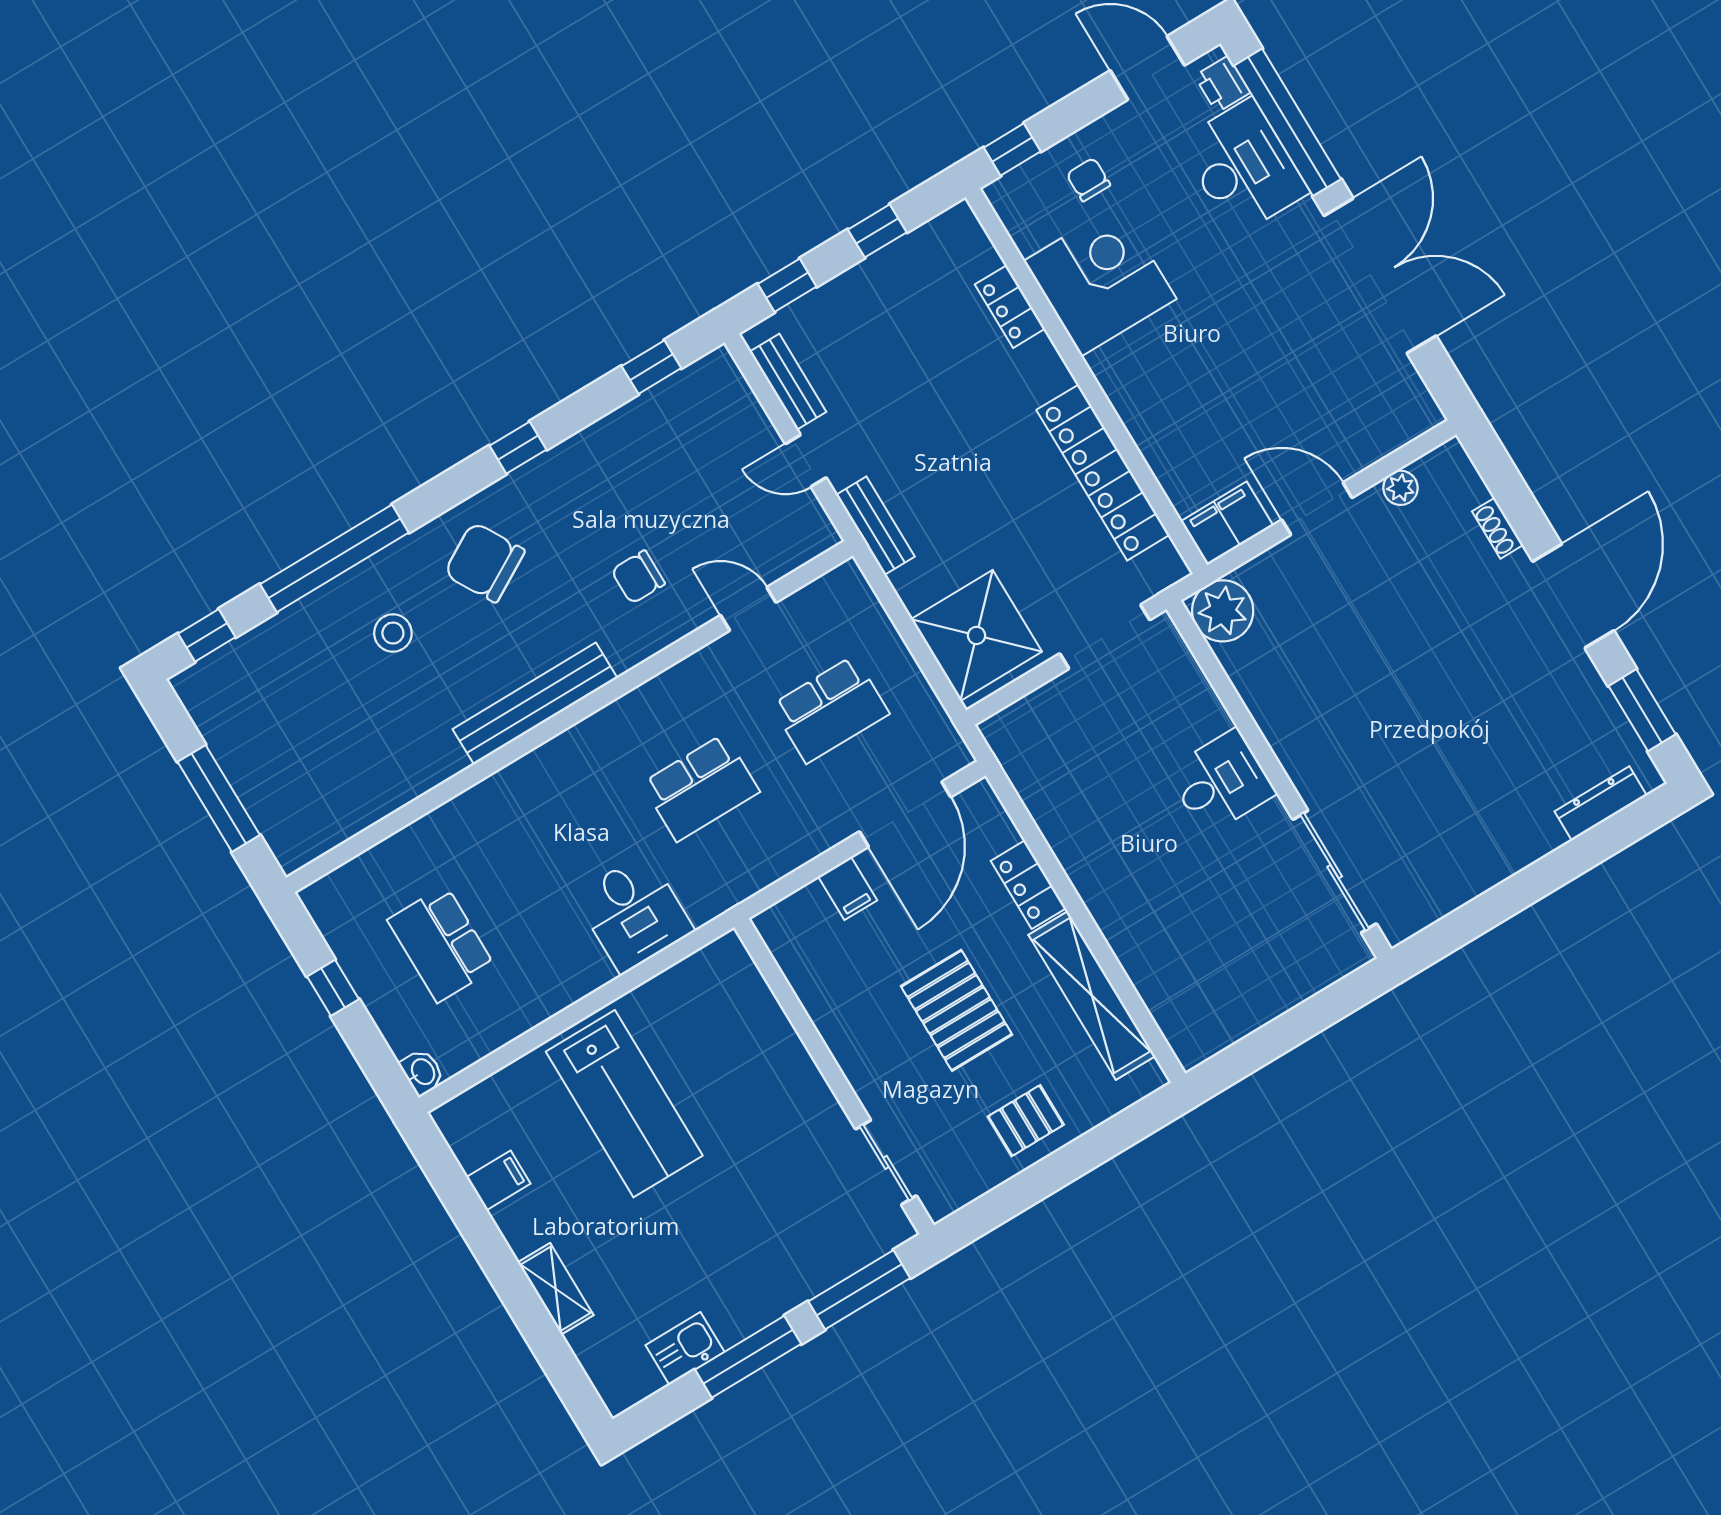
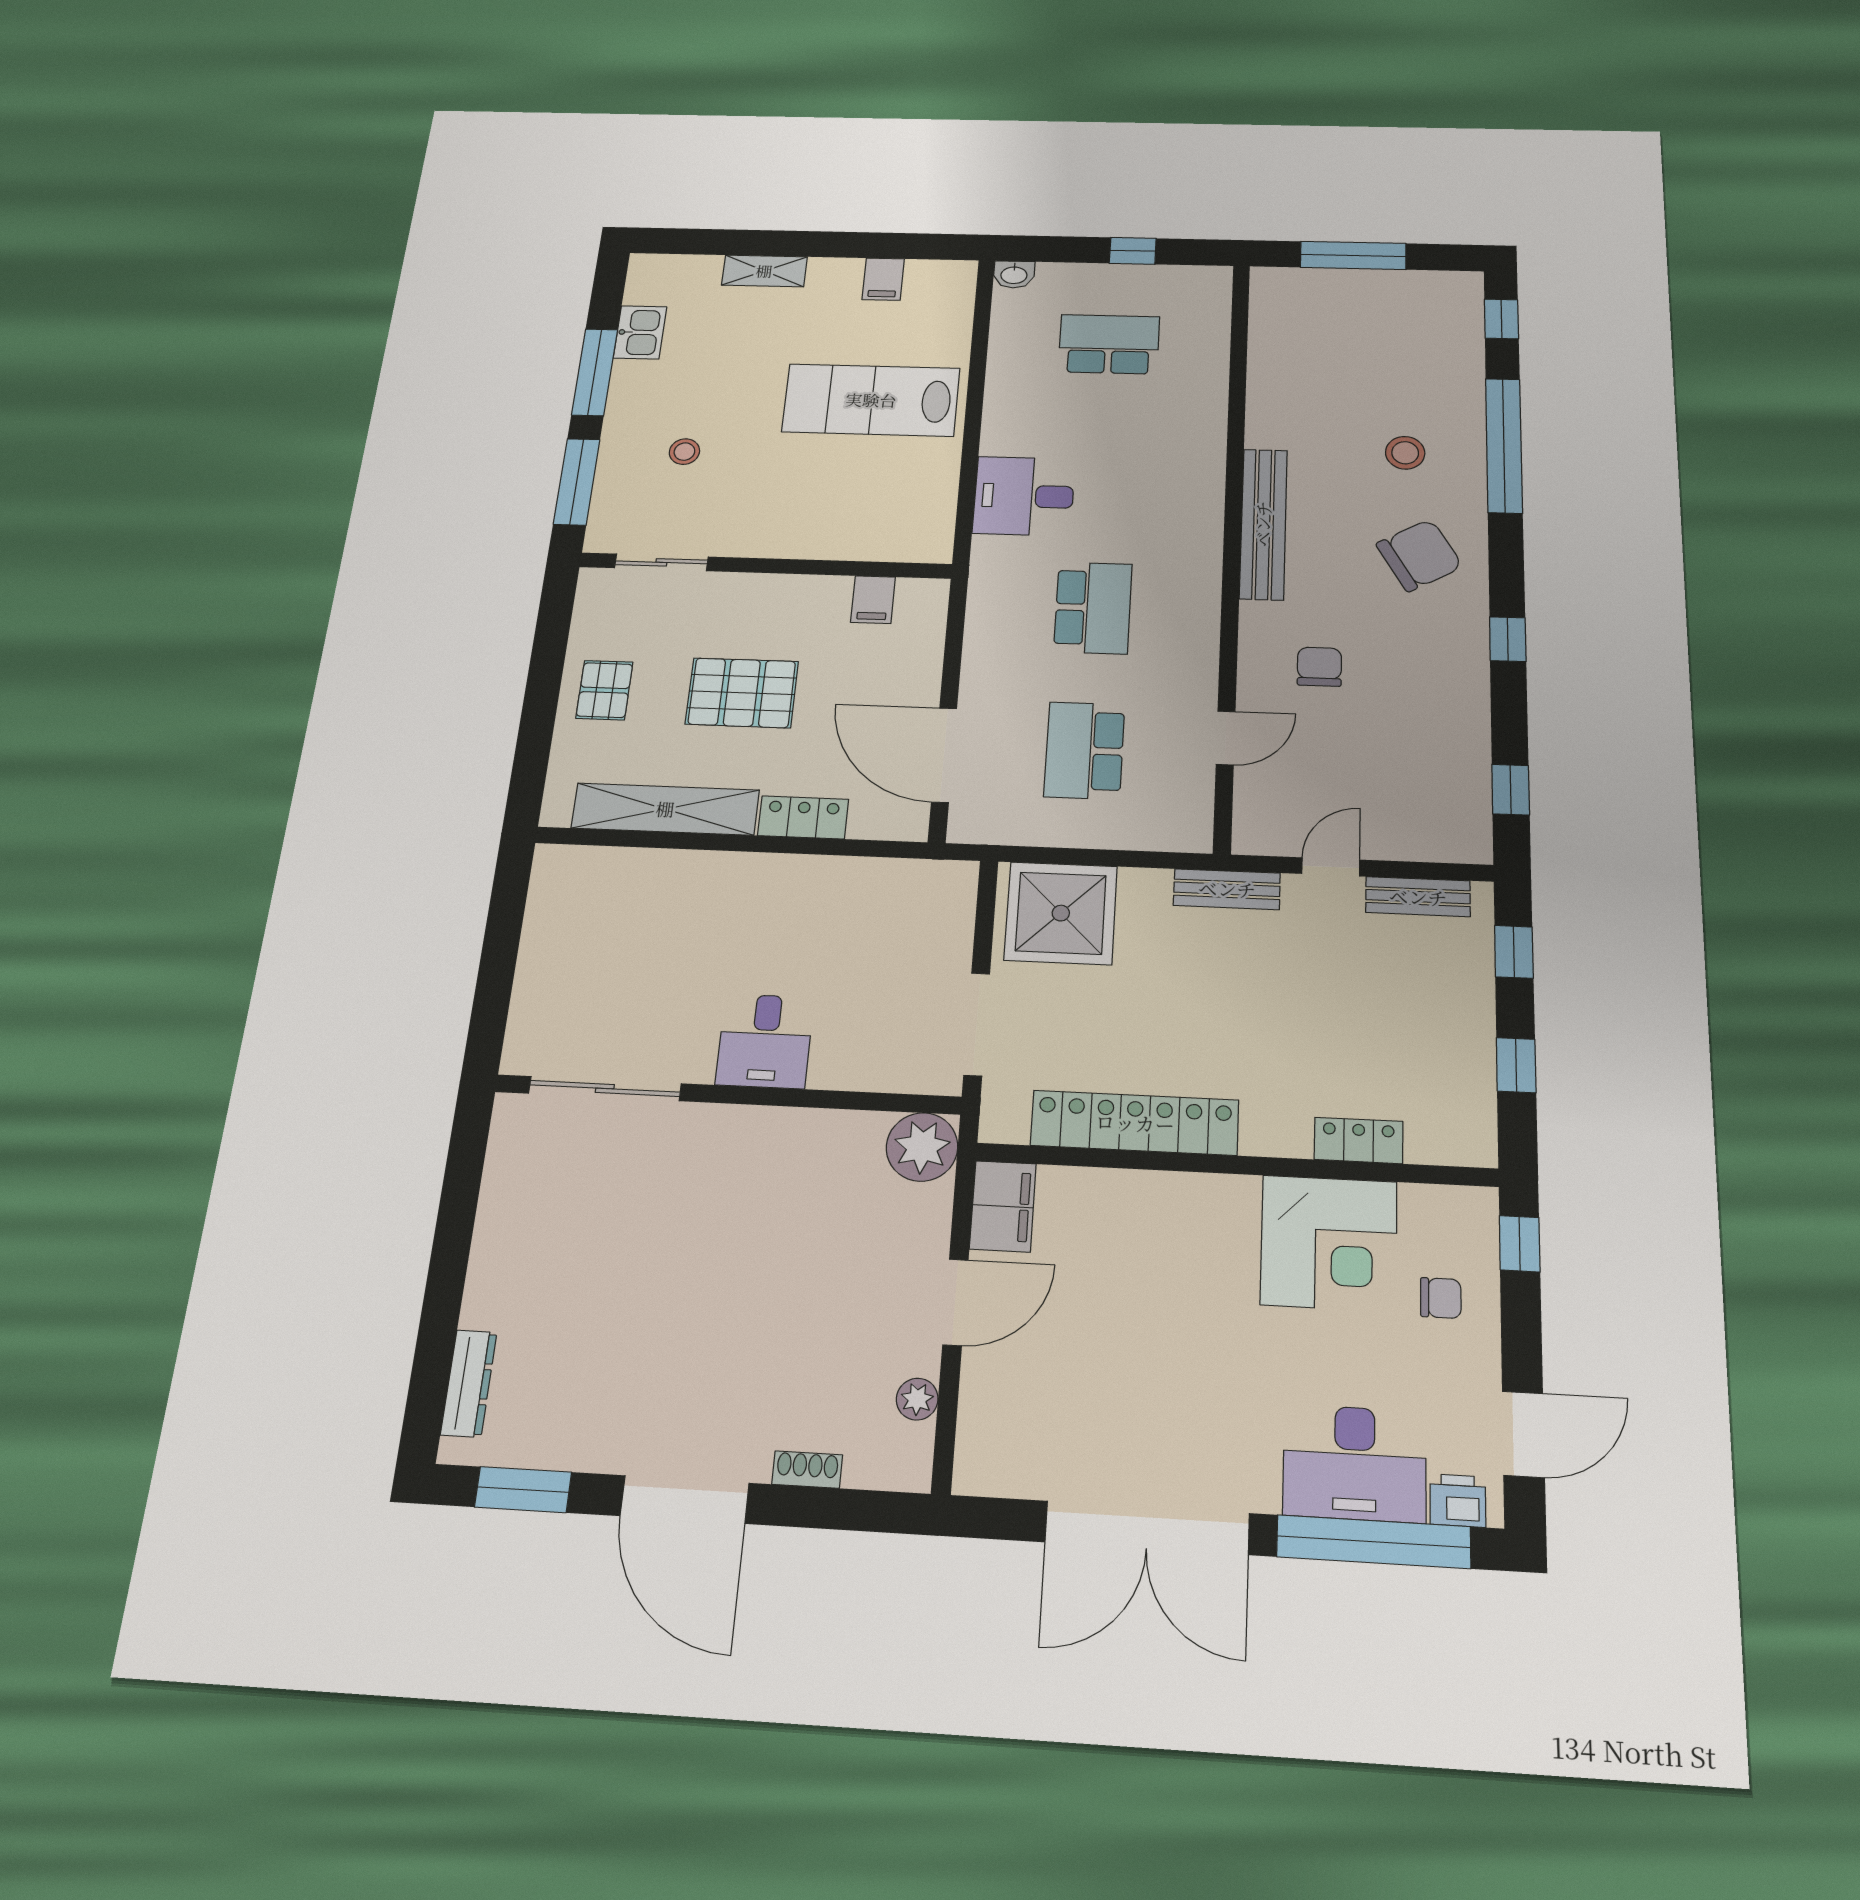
school desk: (701, 788) -> (1093, 608), turned 180
filing cabinet: (848, 888) -> (873, 600), moved, turned -90
stool: (774, 1222) -> (684, 452), added

